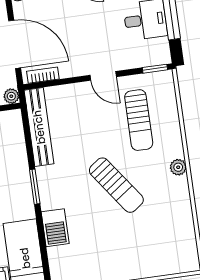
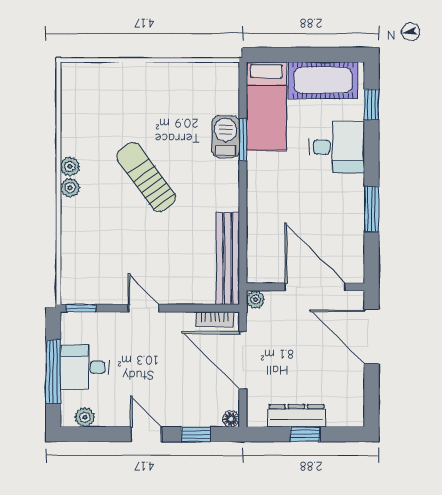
sun lounger: (139, 120) -> (109, 250), removed
plant: (181, 185) -> (70, 166), added
window: (35, 187) -> (243, 140), moved

